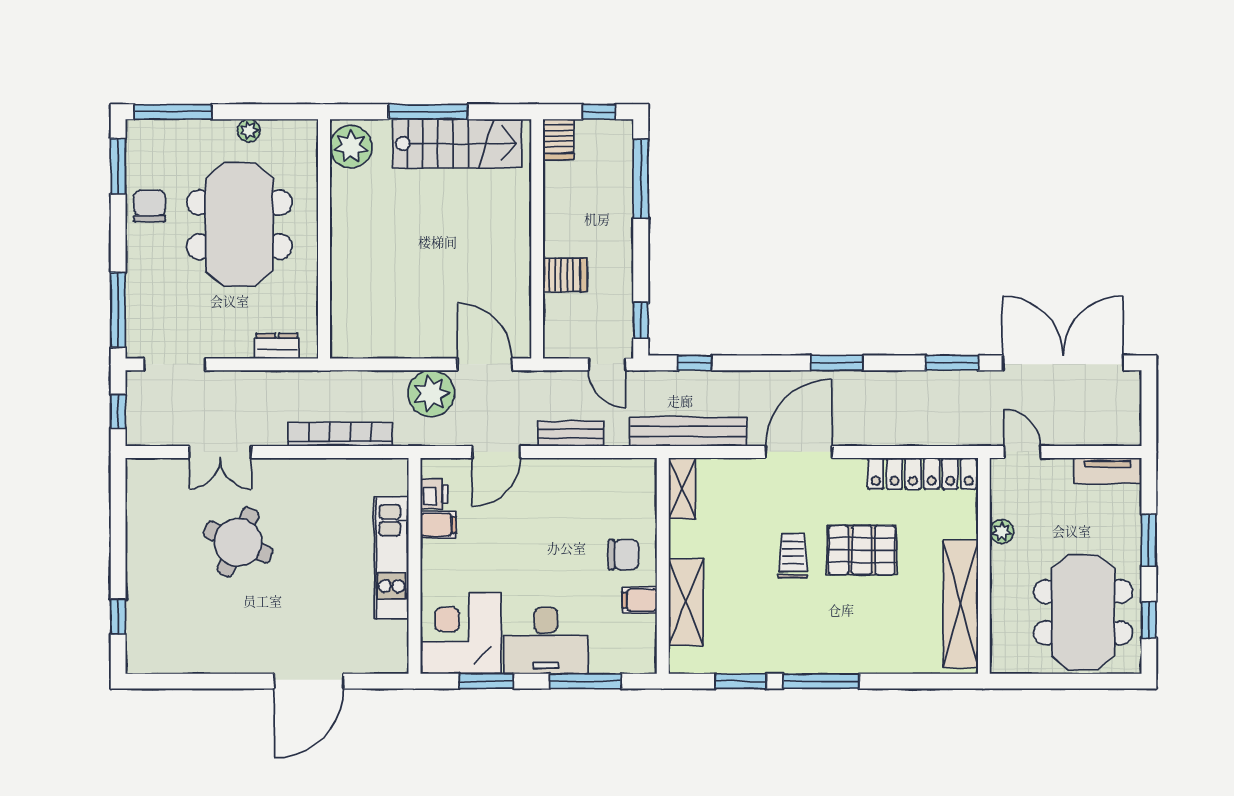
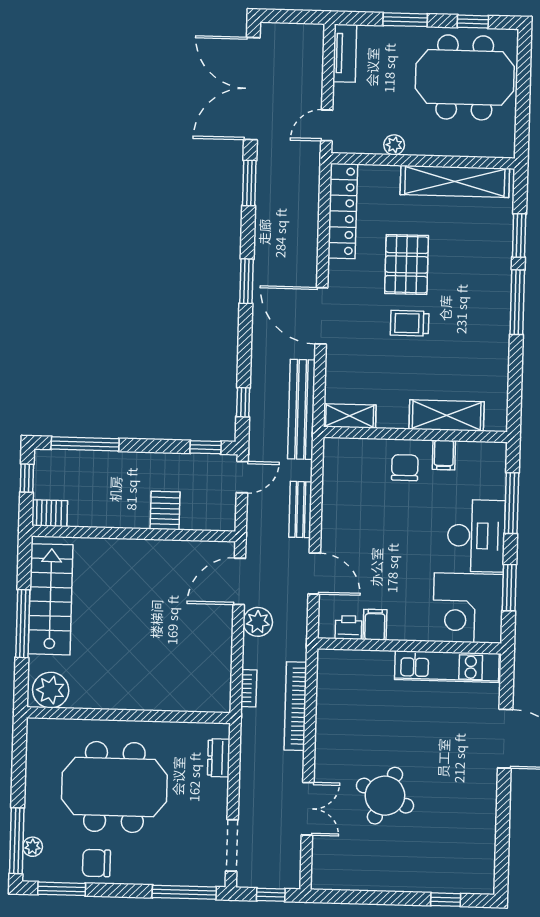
plant: (249, 131) -> (33, 847), moved
bookcase: (360, 379) -> (249, 688), added
plant: (431, 393) -> (258, 622), width x0.73, depth x0.73
kitchen unit: (391, 558) -> (447, 667), moved
window: (741, 681) -> (519, 235), moved

